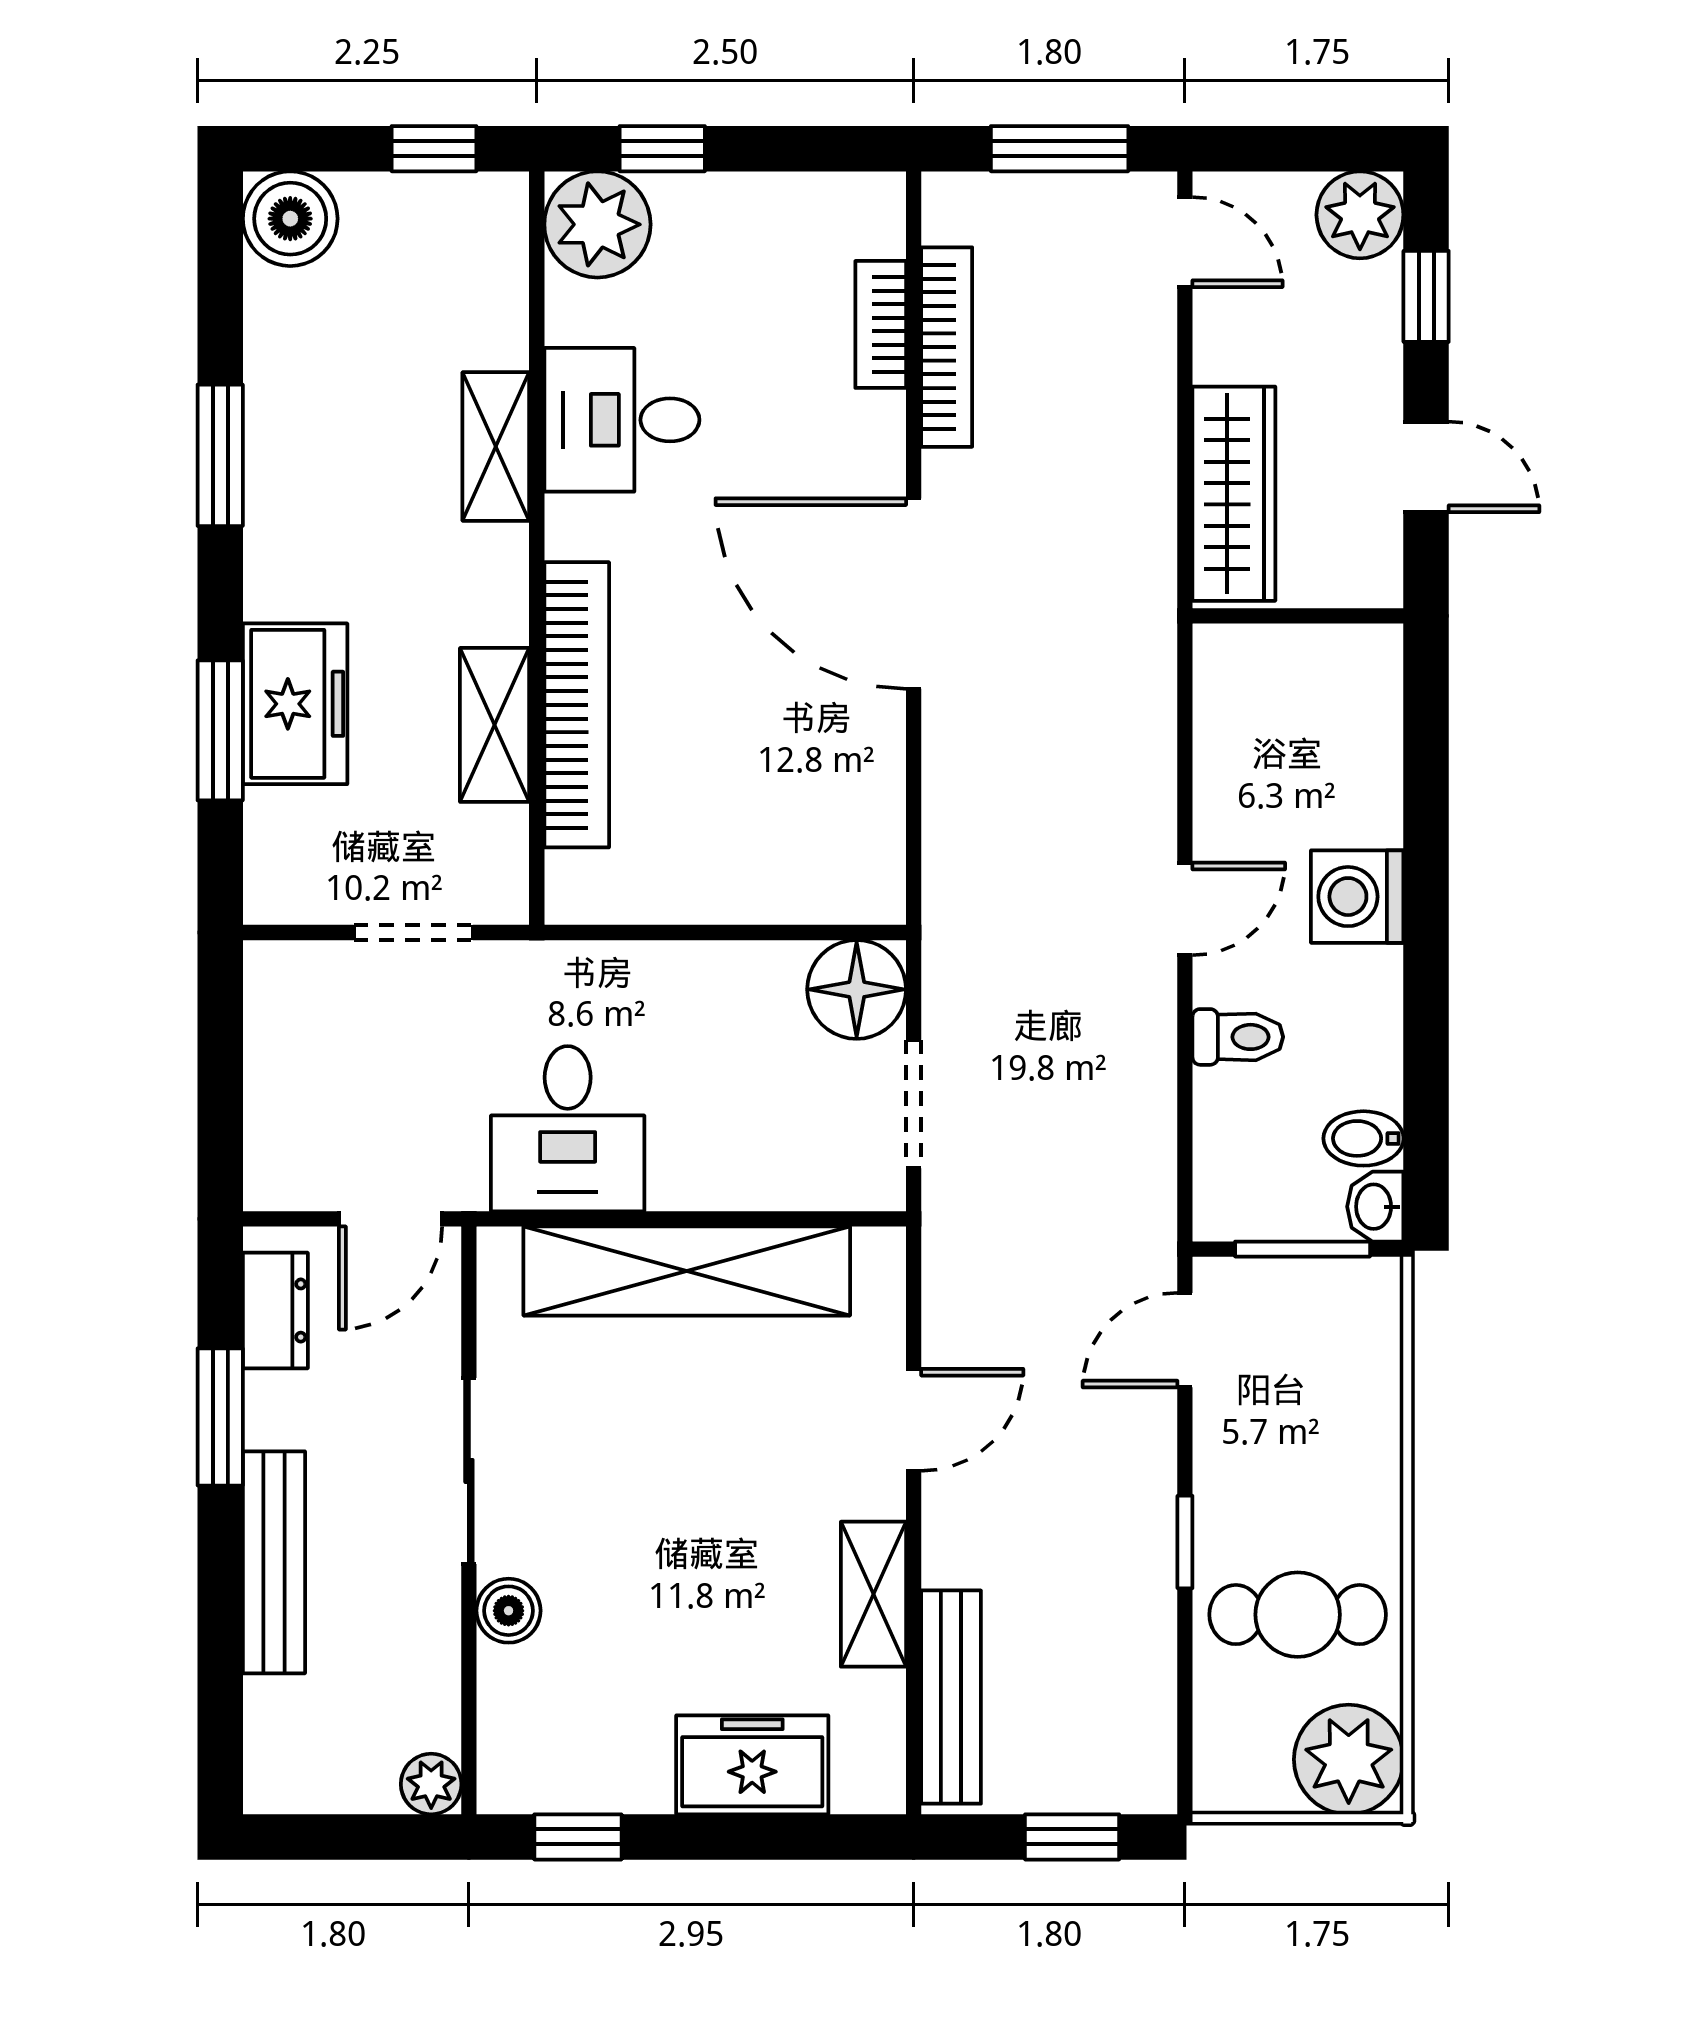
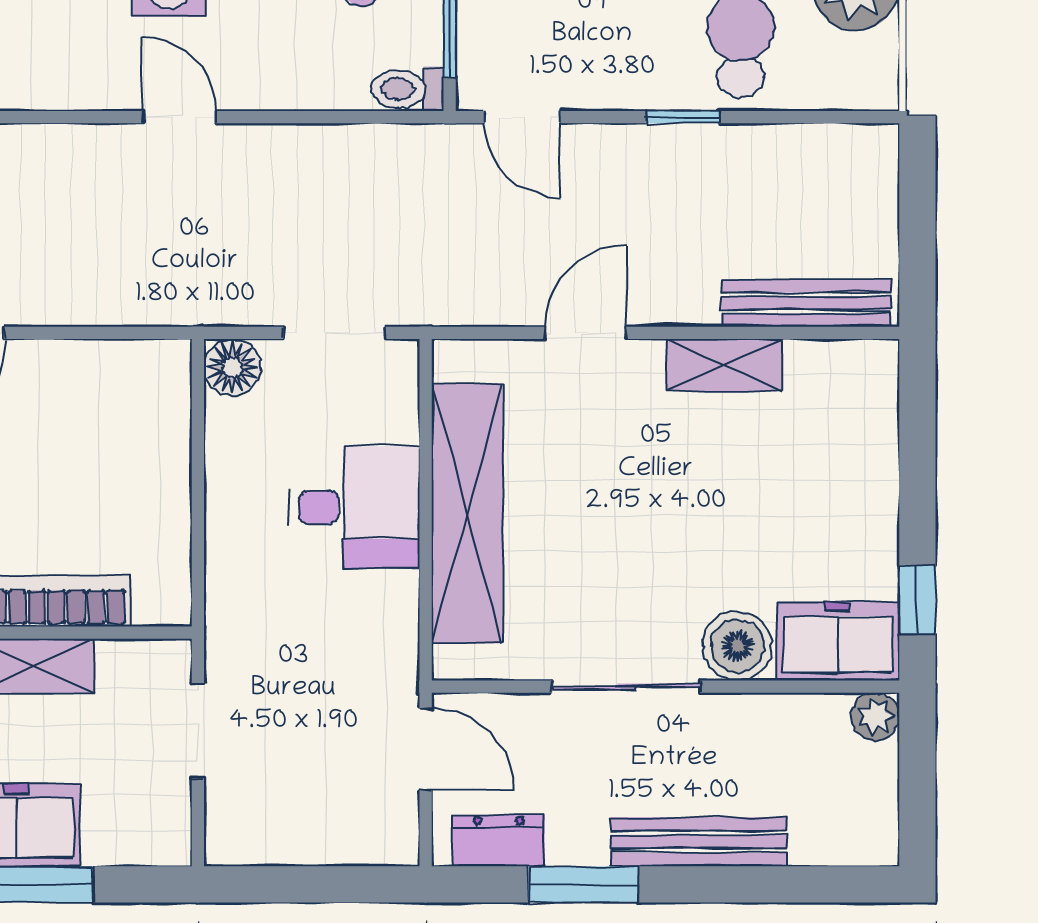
floor lamp: (857, 989) -> (232, 367), width x0.73, depth x0.73
toilet: (1238, 1037) -> (408, 89), moved, turned -90
desk: (568, 1129) -> (354, 507), moved
door: (914, 1420) -> (586, 333), hinge flipped
boiler: (509, 1611) -> (737, 646), width x1.36, depth x1.36
freezer: (752, 1765) -> (837, 641), moved, turned 90
window: (1072, 1837) -> (917, 207), removed

